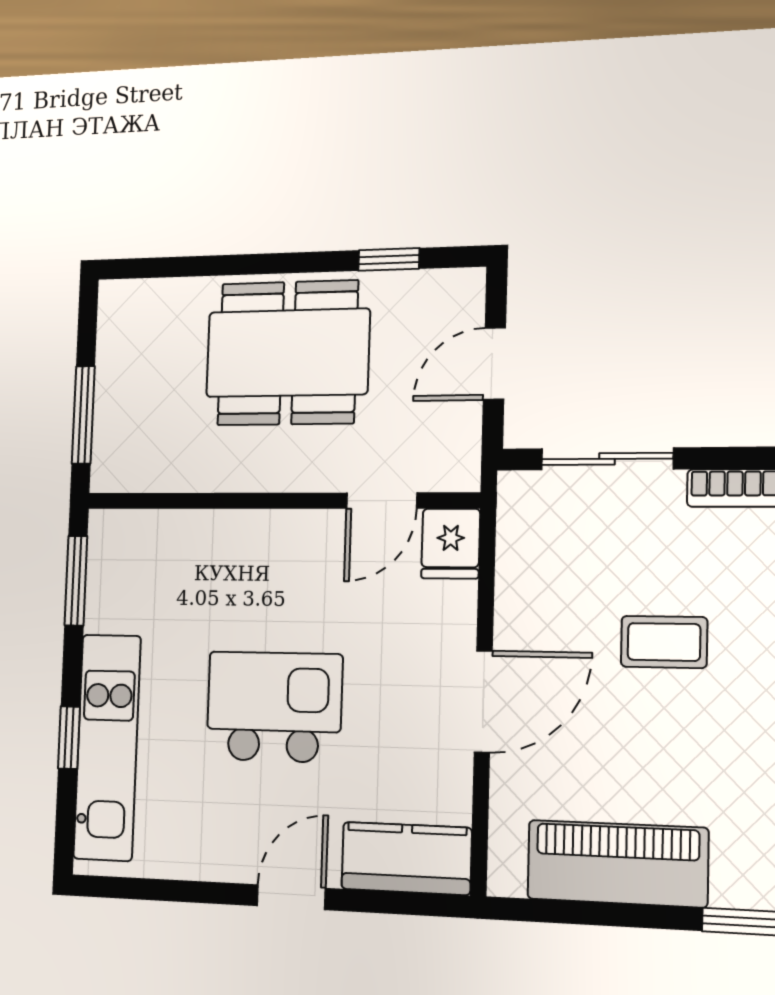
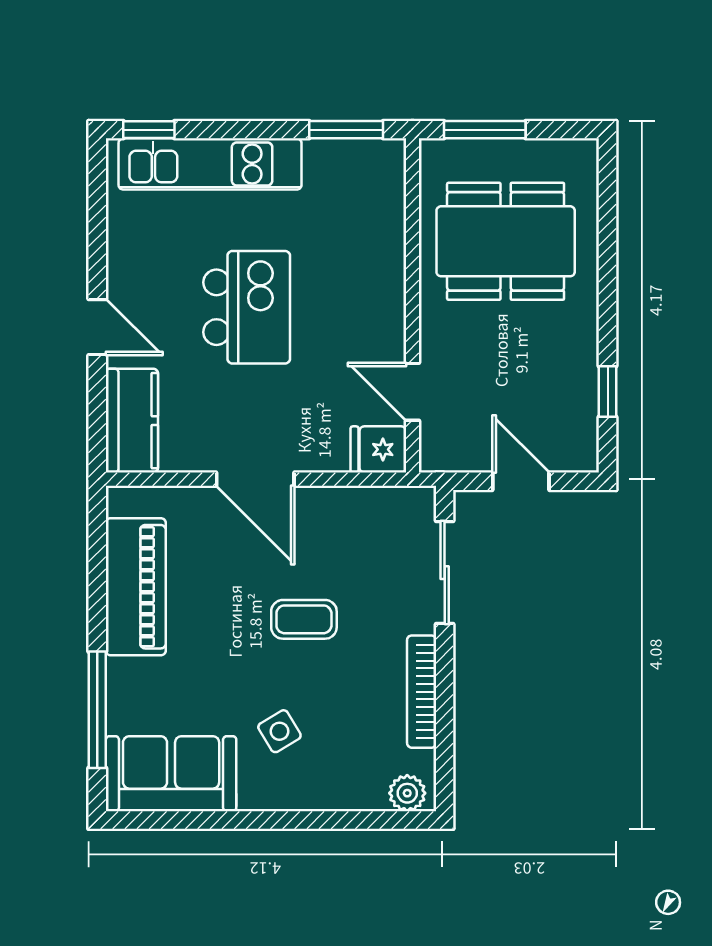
dining table: (288, 353) -> (506, 241), moved, turned 90
coffee table: (664, 642) -> (304, 619), turned 90
window: (69, 738) -> (149, 130), moved

